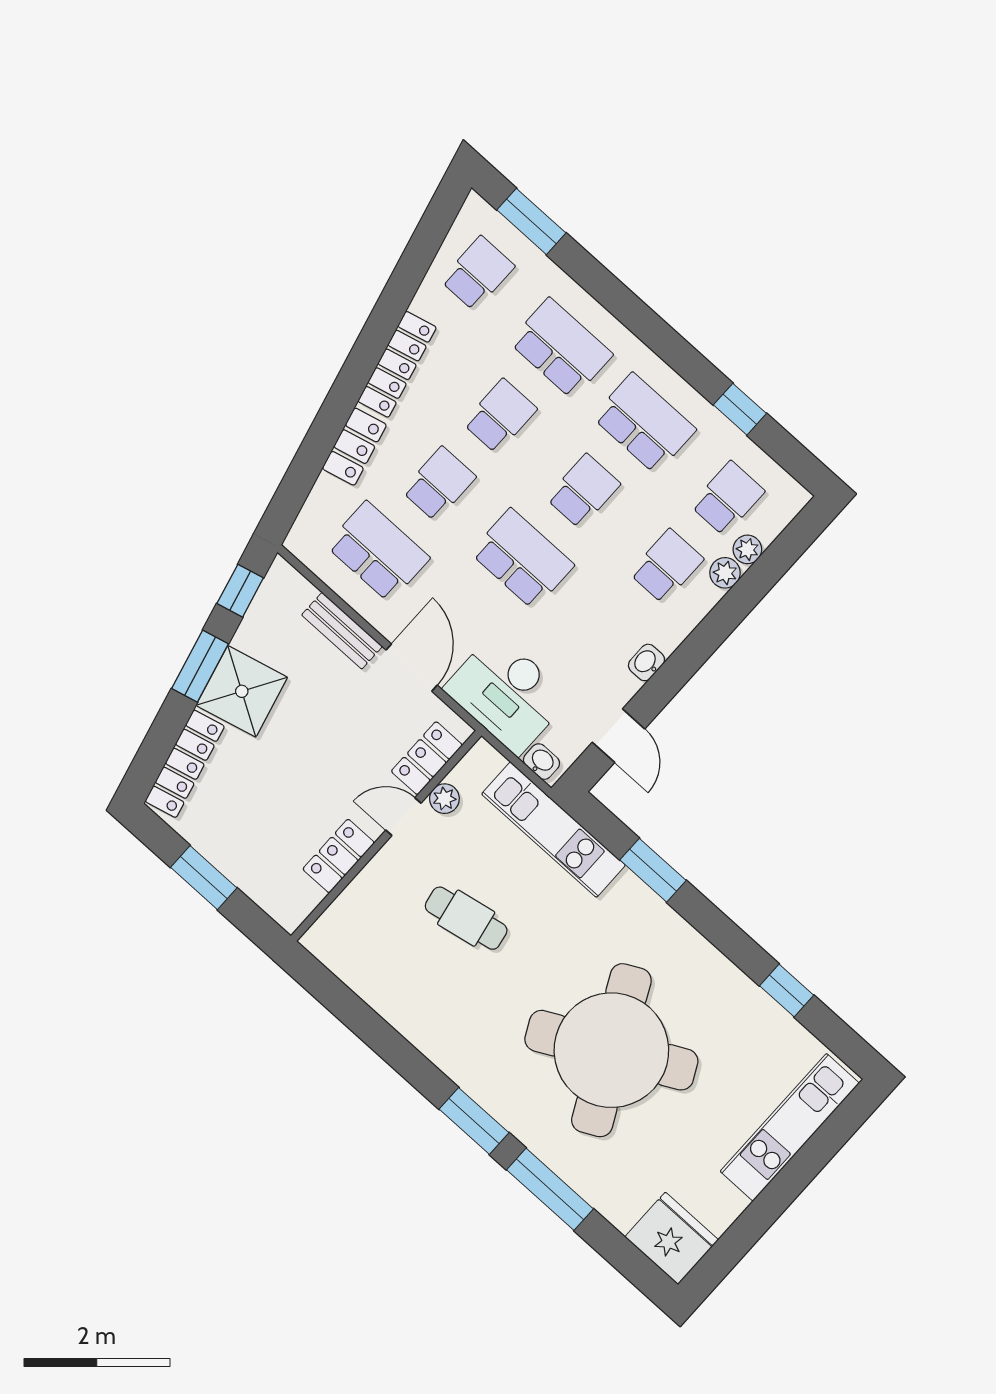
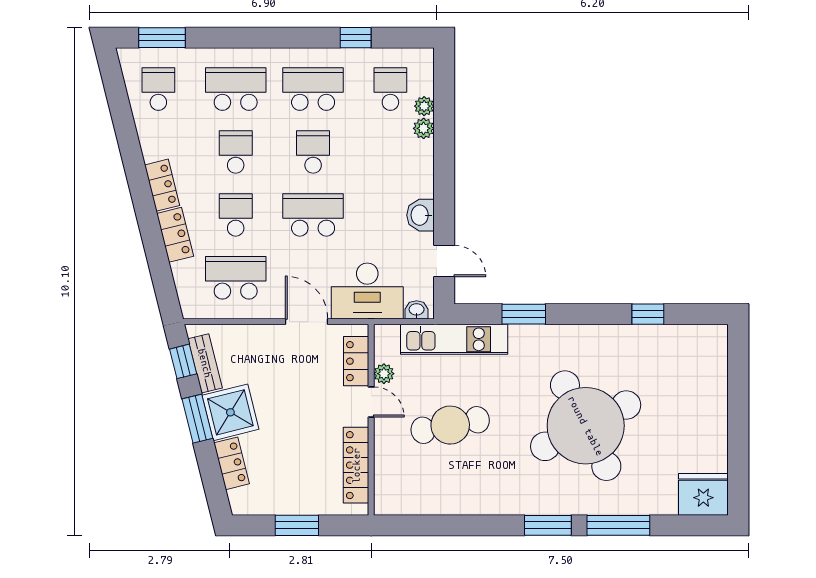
locker: (397, 364) -> (162, 185), width x0.66
school desk: (667, 566) -> (390, 152), removed
bench: (342, 631) -> (205, 363), moved, turned 76
washbasin: (646, 662) -> (420, 215), width x1.38, depth x1.45
locker: (185, 764) -> (232, 463), width x0.66
door: (403, 817) -> (371, 402), swing flipped
locker: (339, 856) -> (356, 465), width x1.53
cafe table: (466, 918) -> (450, 425), width x1.37, depth x1.35
kitchen unit: (790, 1127) -> (713, 383), removed

